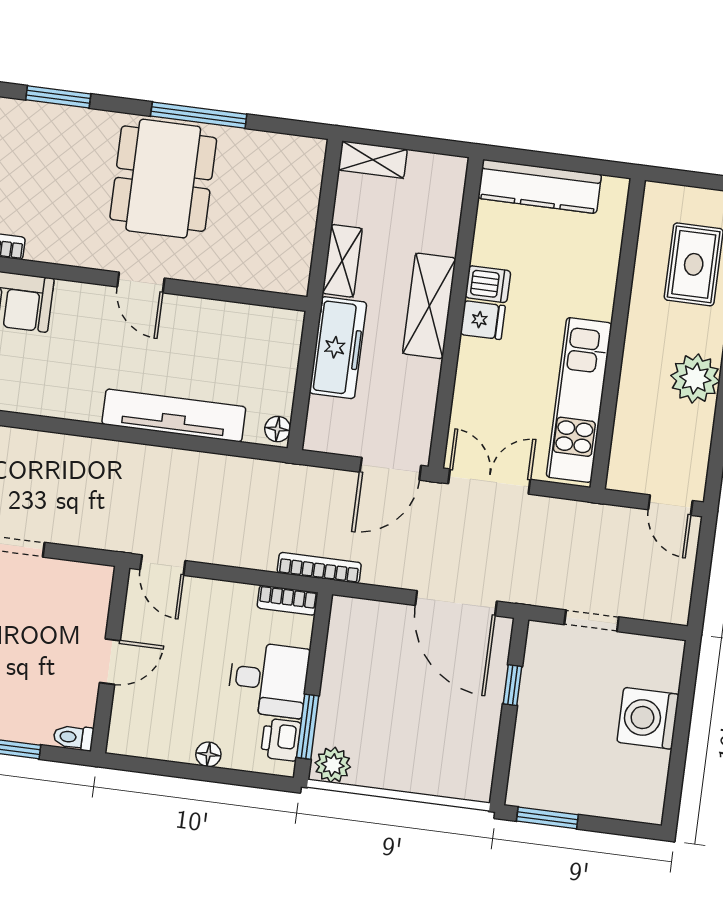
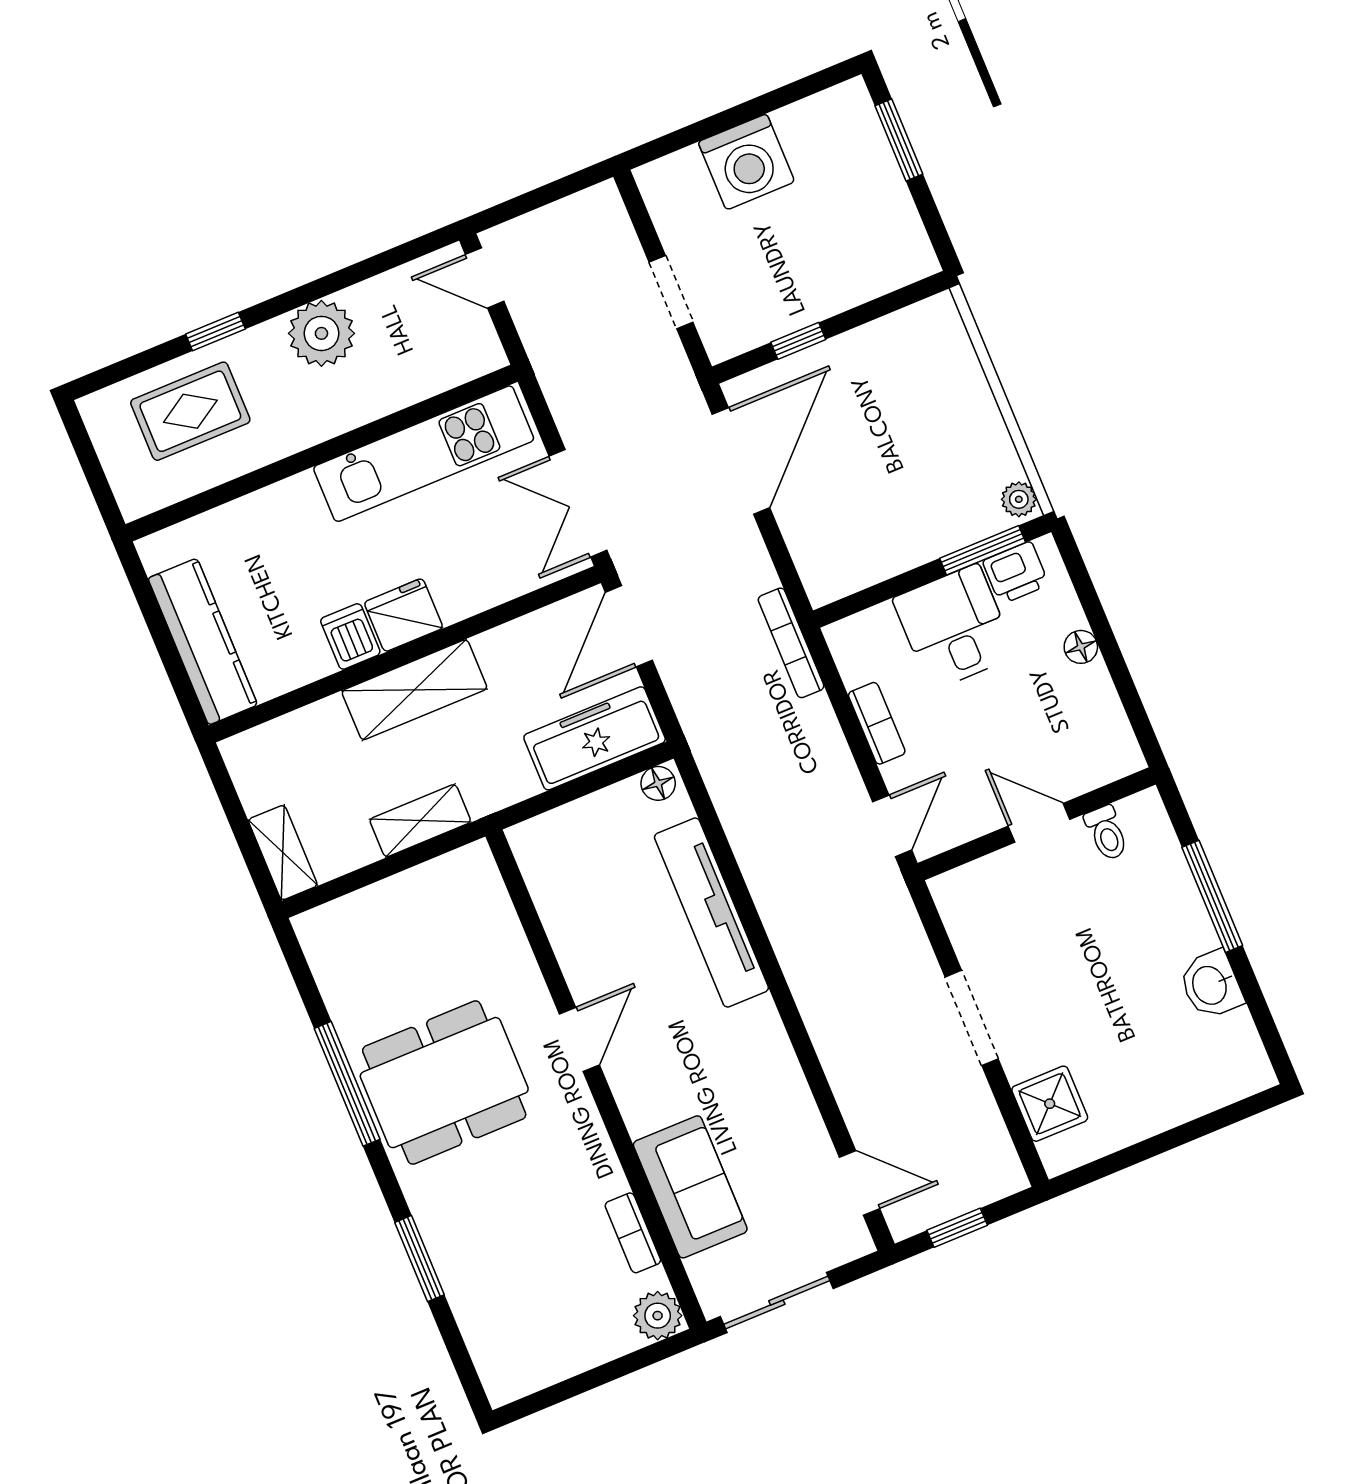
fridge: (483, 320) -> (404, 615), width x1.38
freezer: (338, 348) -> (595, 738), moved
door: (390, 469) -> (629, 626), swing flipped
door: (670, 505) -> (485, 278), swing flipped
bookcase: (288, 600) -> (877, 723), moved
toilet: (73, 737) -> (1106, 833), moved
plant: (333, 765) -> (1019, 499), width x0.73, depth x0.73
window: (547, 818) -> (899, 140), moved

